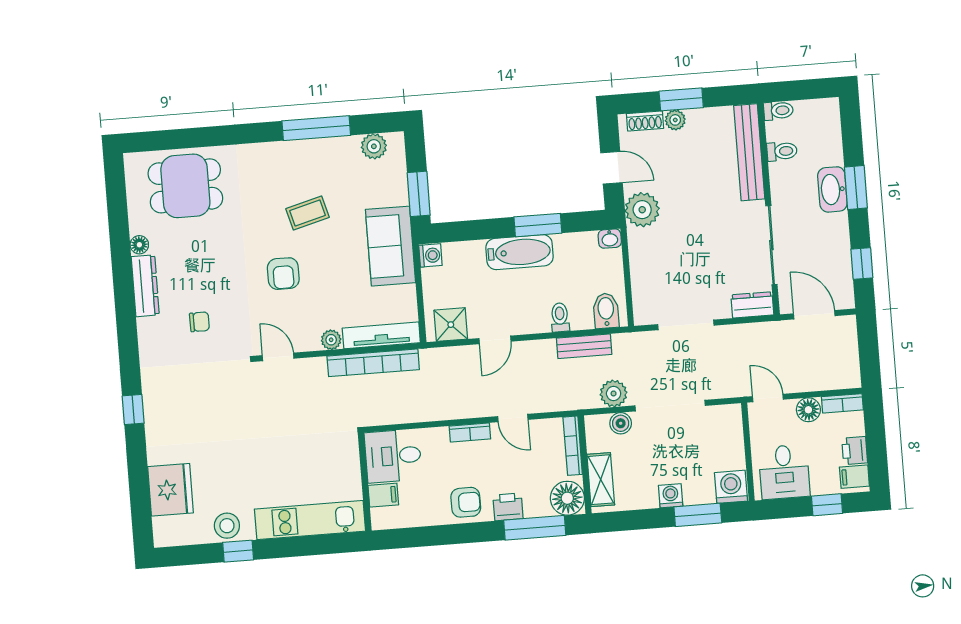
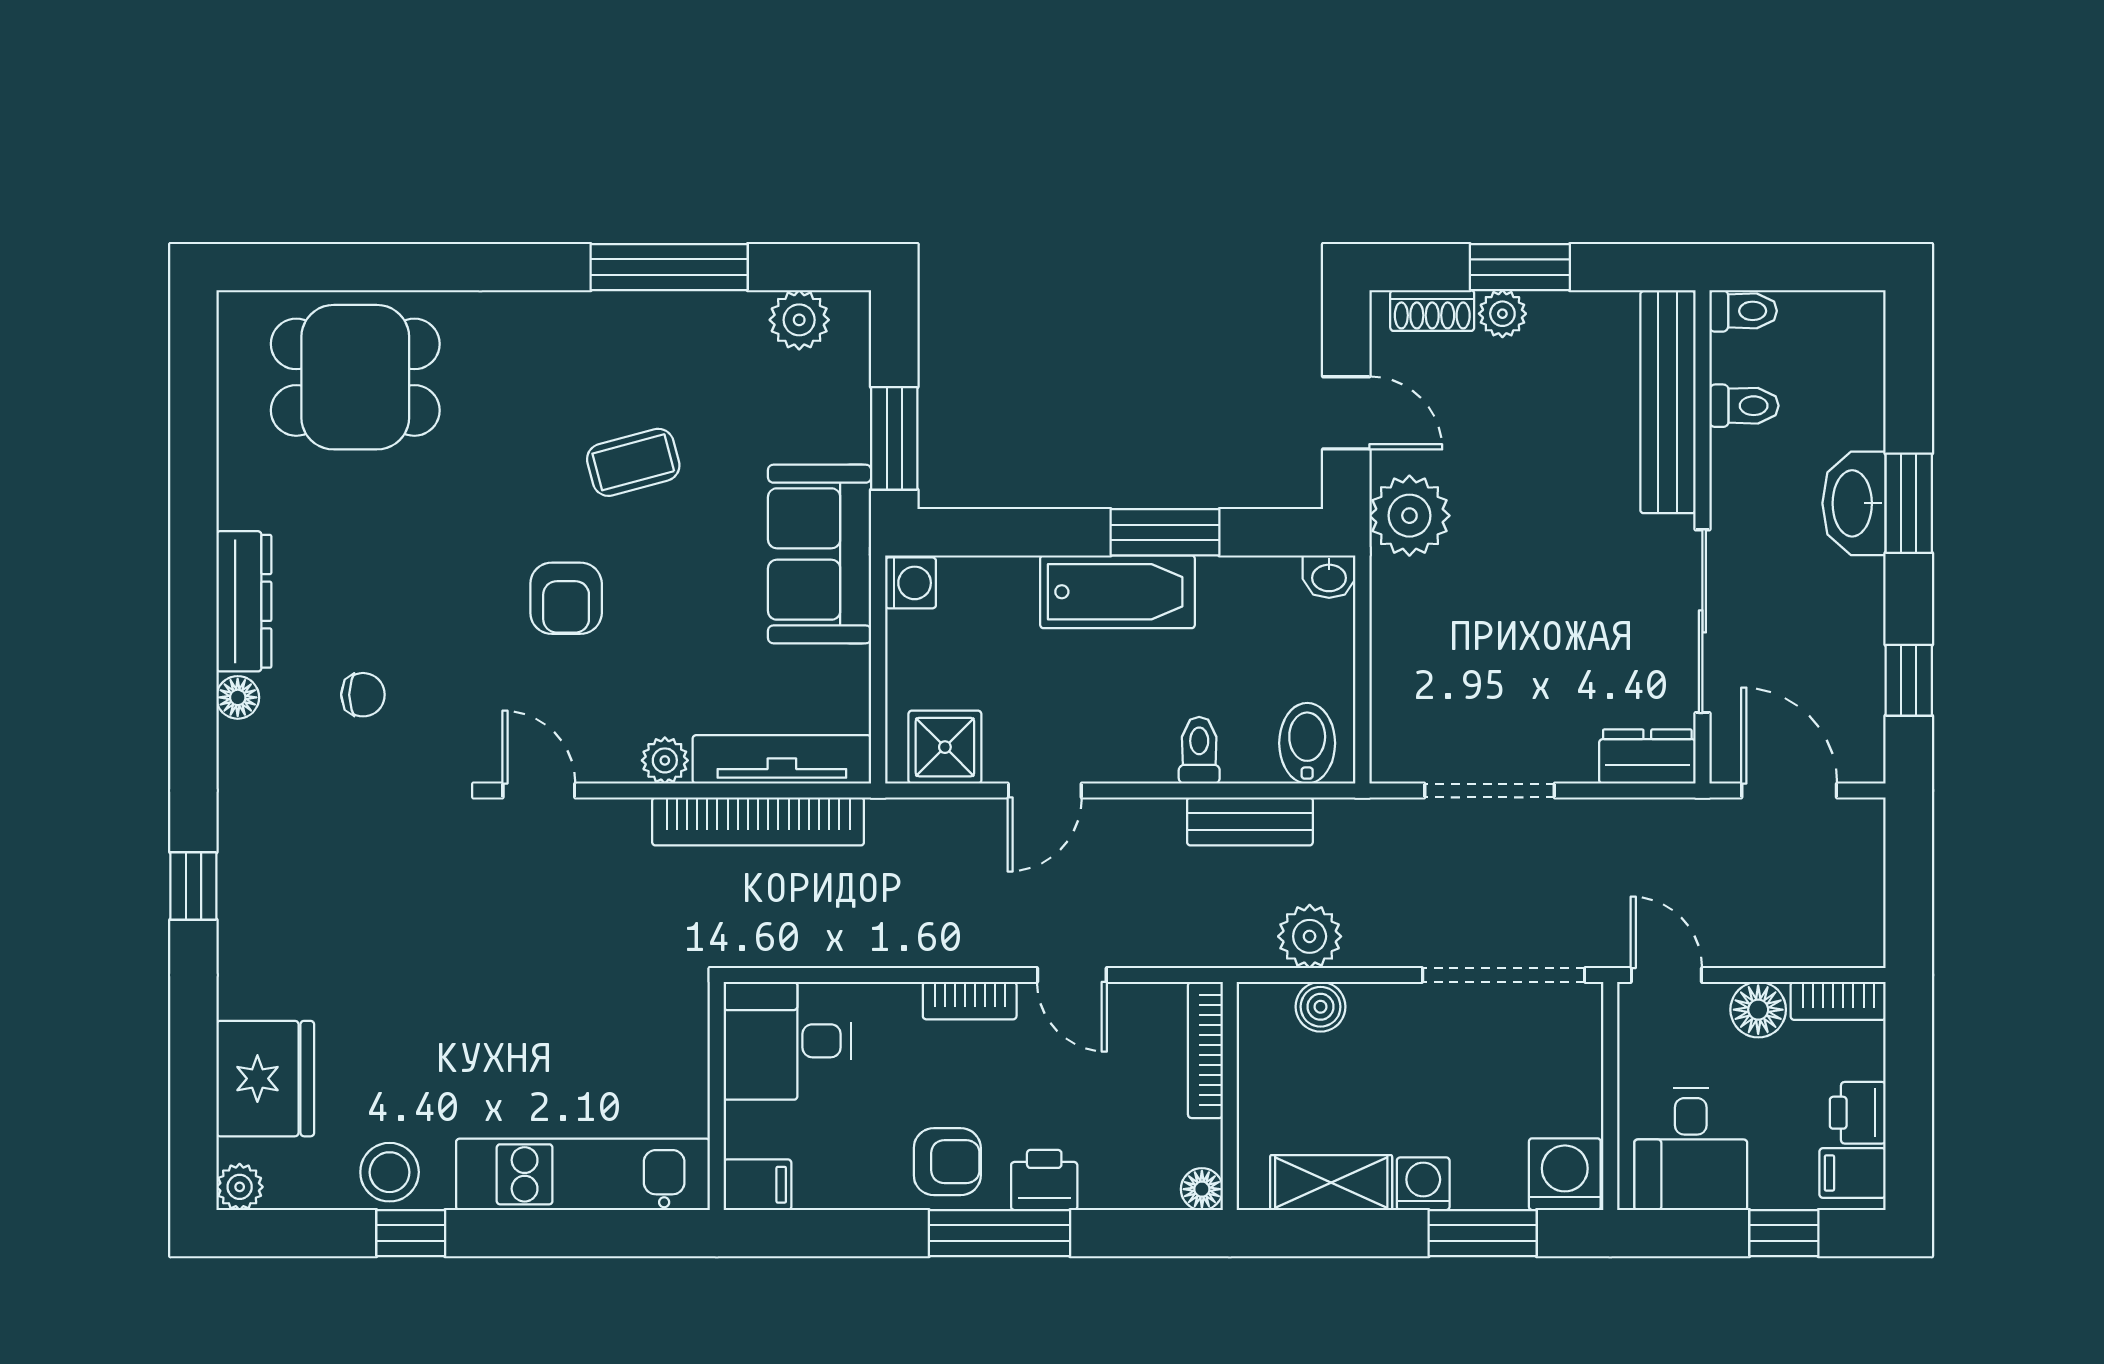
floor lamp: (139, 245) -> (238, 697), moved
doorway: (670, 406) -> (1504, 975), moved
shelving: (601, 480) -> (1331, 1183), moved, turned 90
filing cabinet: (383, 495) -> (757, 1185), moved
floor lamp: (567, 498) -> (1202, 1189), width x0.53, depth x0.53
window: (535, 528) -> (999, 1233), moved
plant: (163, 537) -> (240, 1187), added

